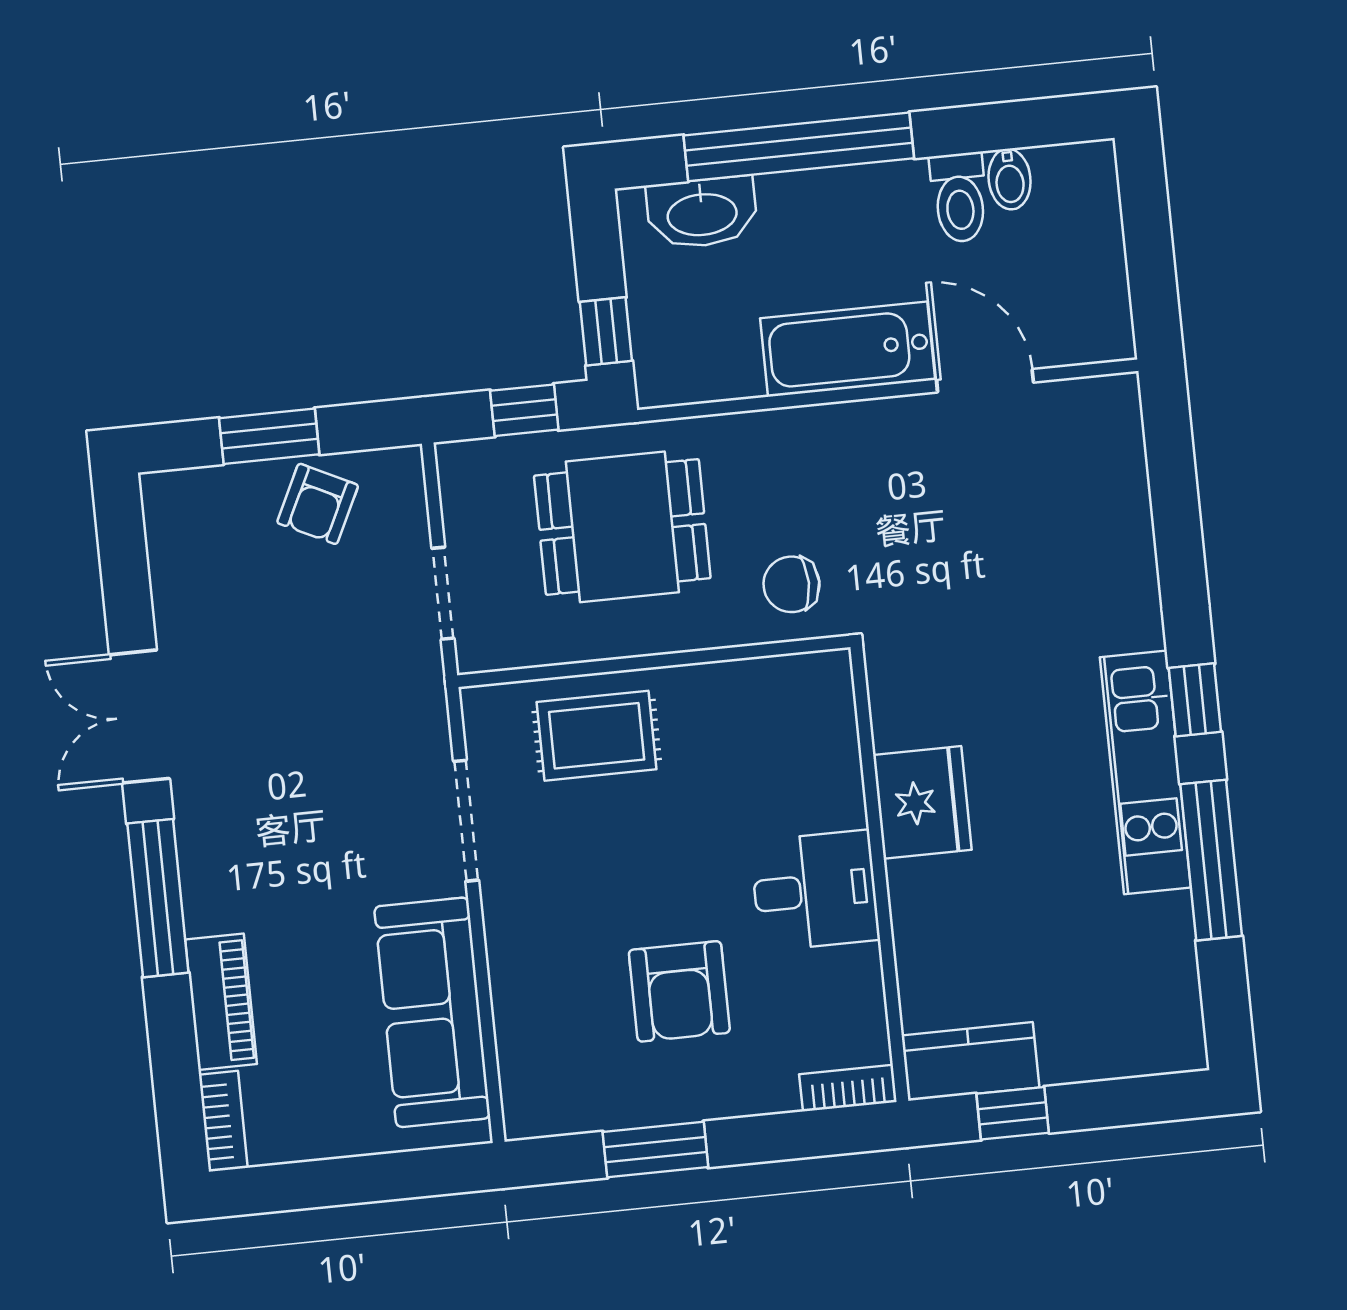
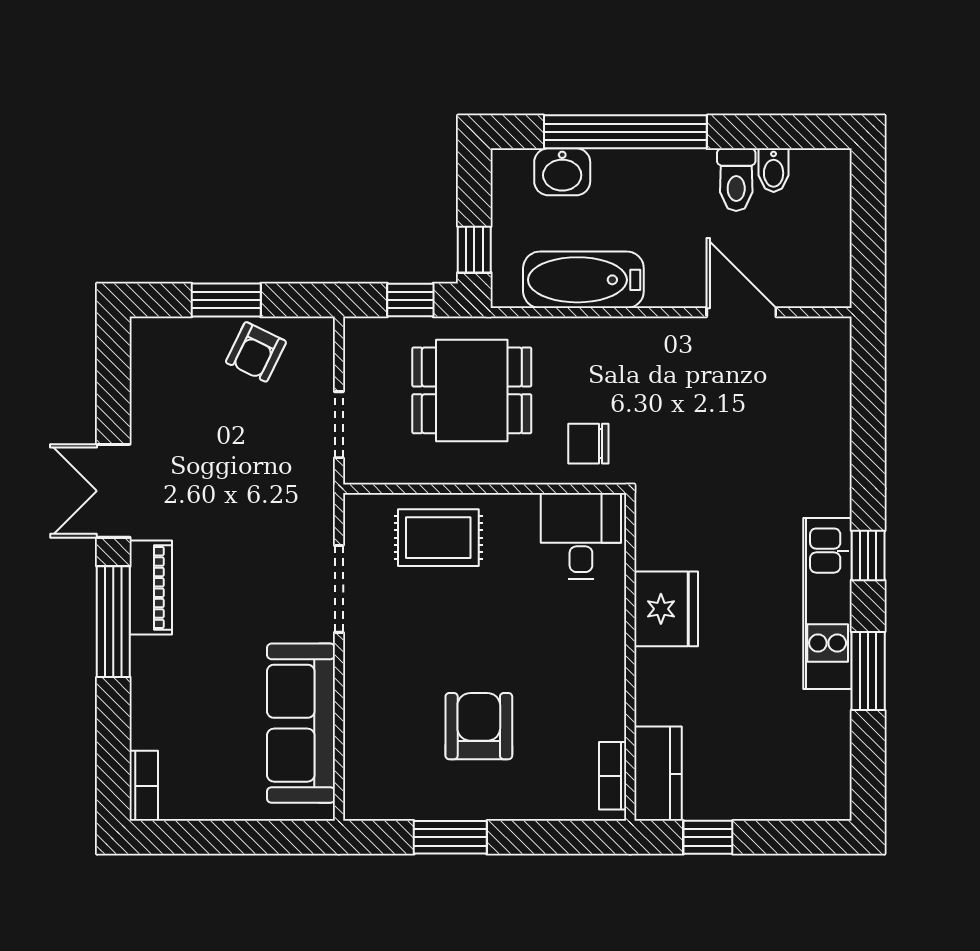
washbasin: (702, 213) -> (562, 172), width x0.72
bathtub: (848, 349) -> (583, 280), moved
window: (1211, 860) -> (868, 671), width x0.69
desk: (815, 891) -> (581, 536), moved, turned -90
armchair: (679, 991) -> (479, 726), turned 180
piano: (221, 1002) -> (151, 588), moved
kitchen counter: (970, 1061) -> (658, 774), moved, turned 90
bookcase: (848, 1088) -> (613, 776), moved, turned -90

